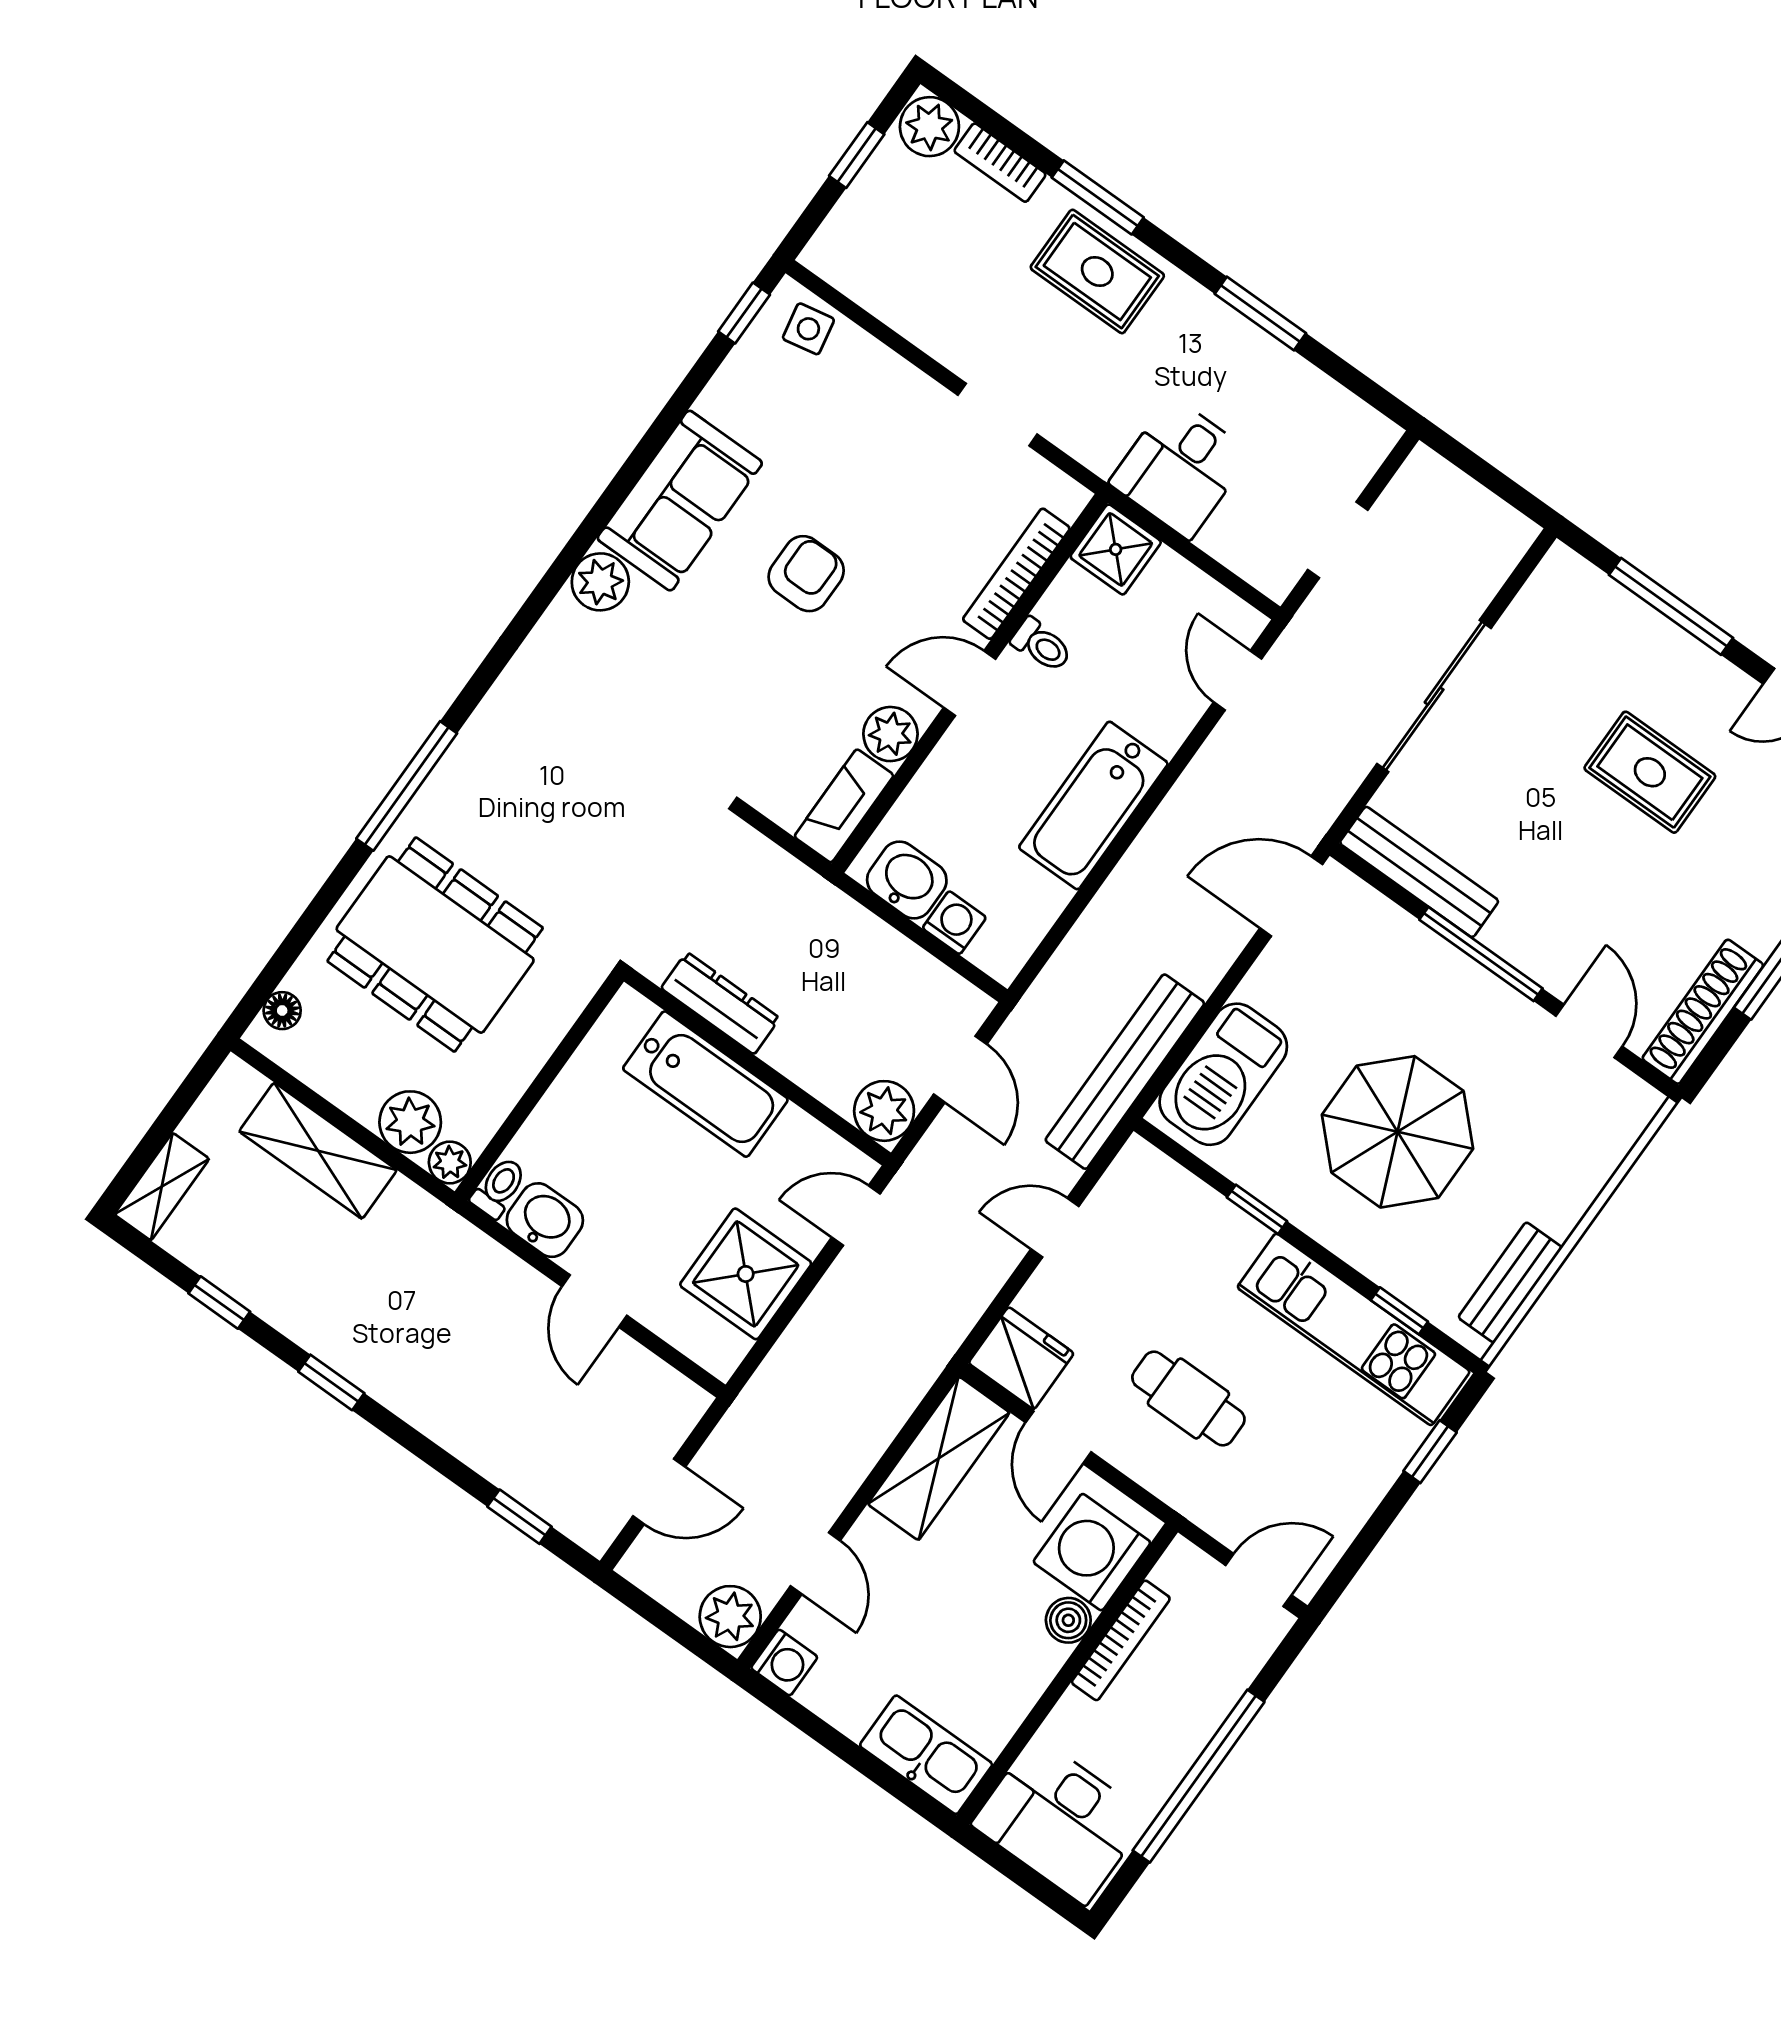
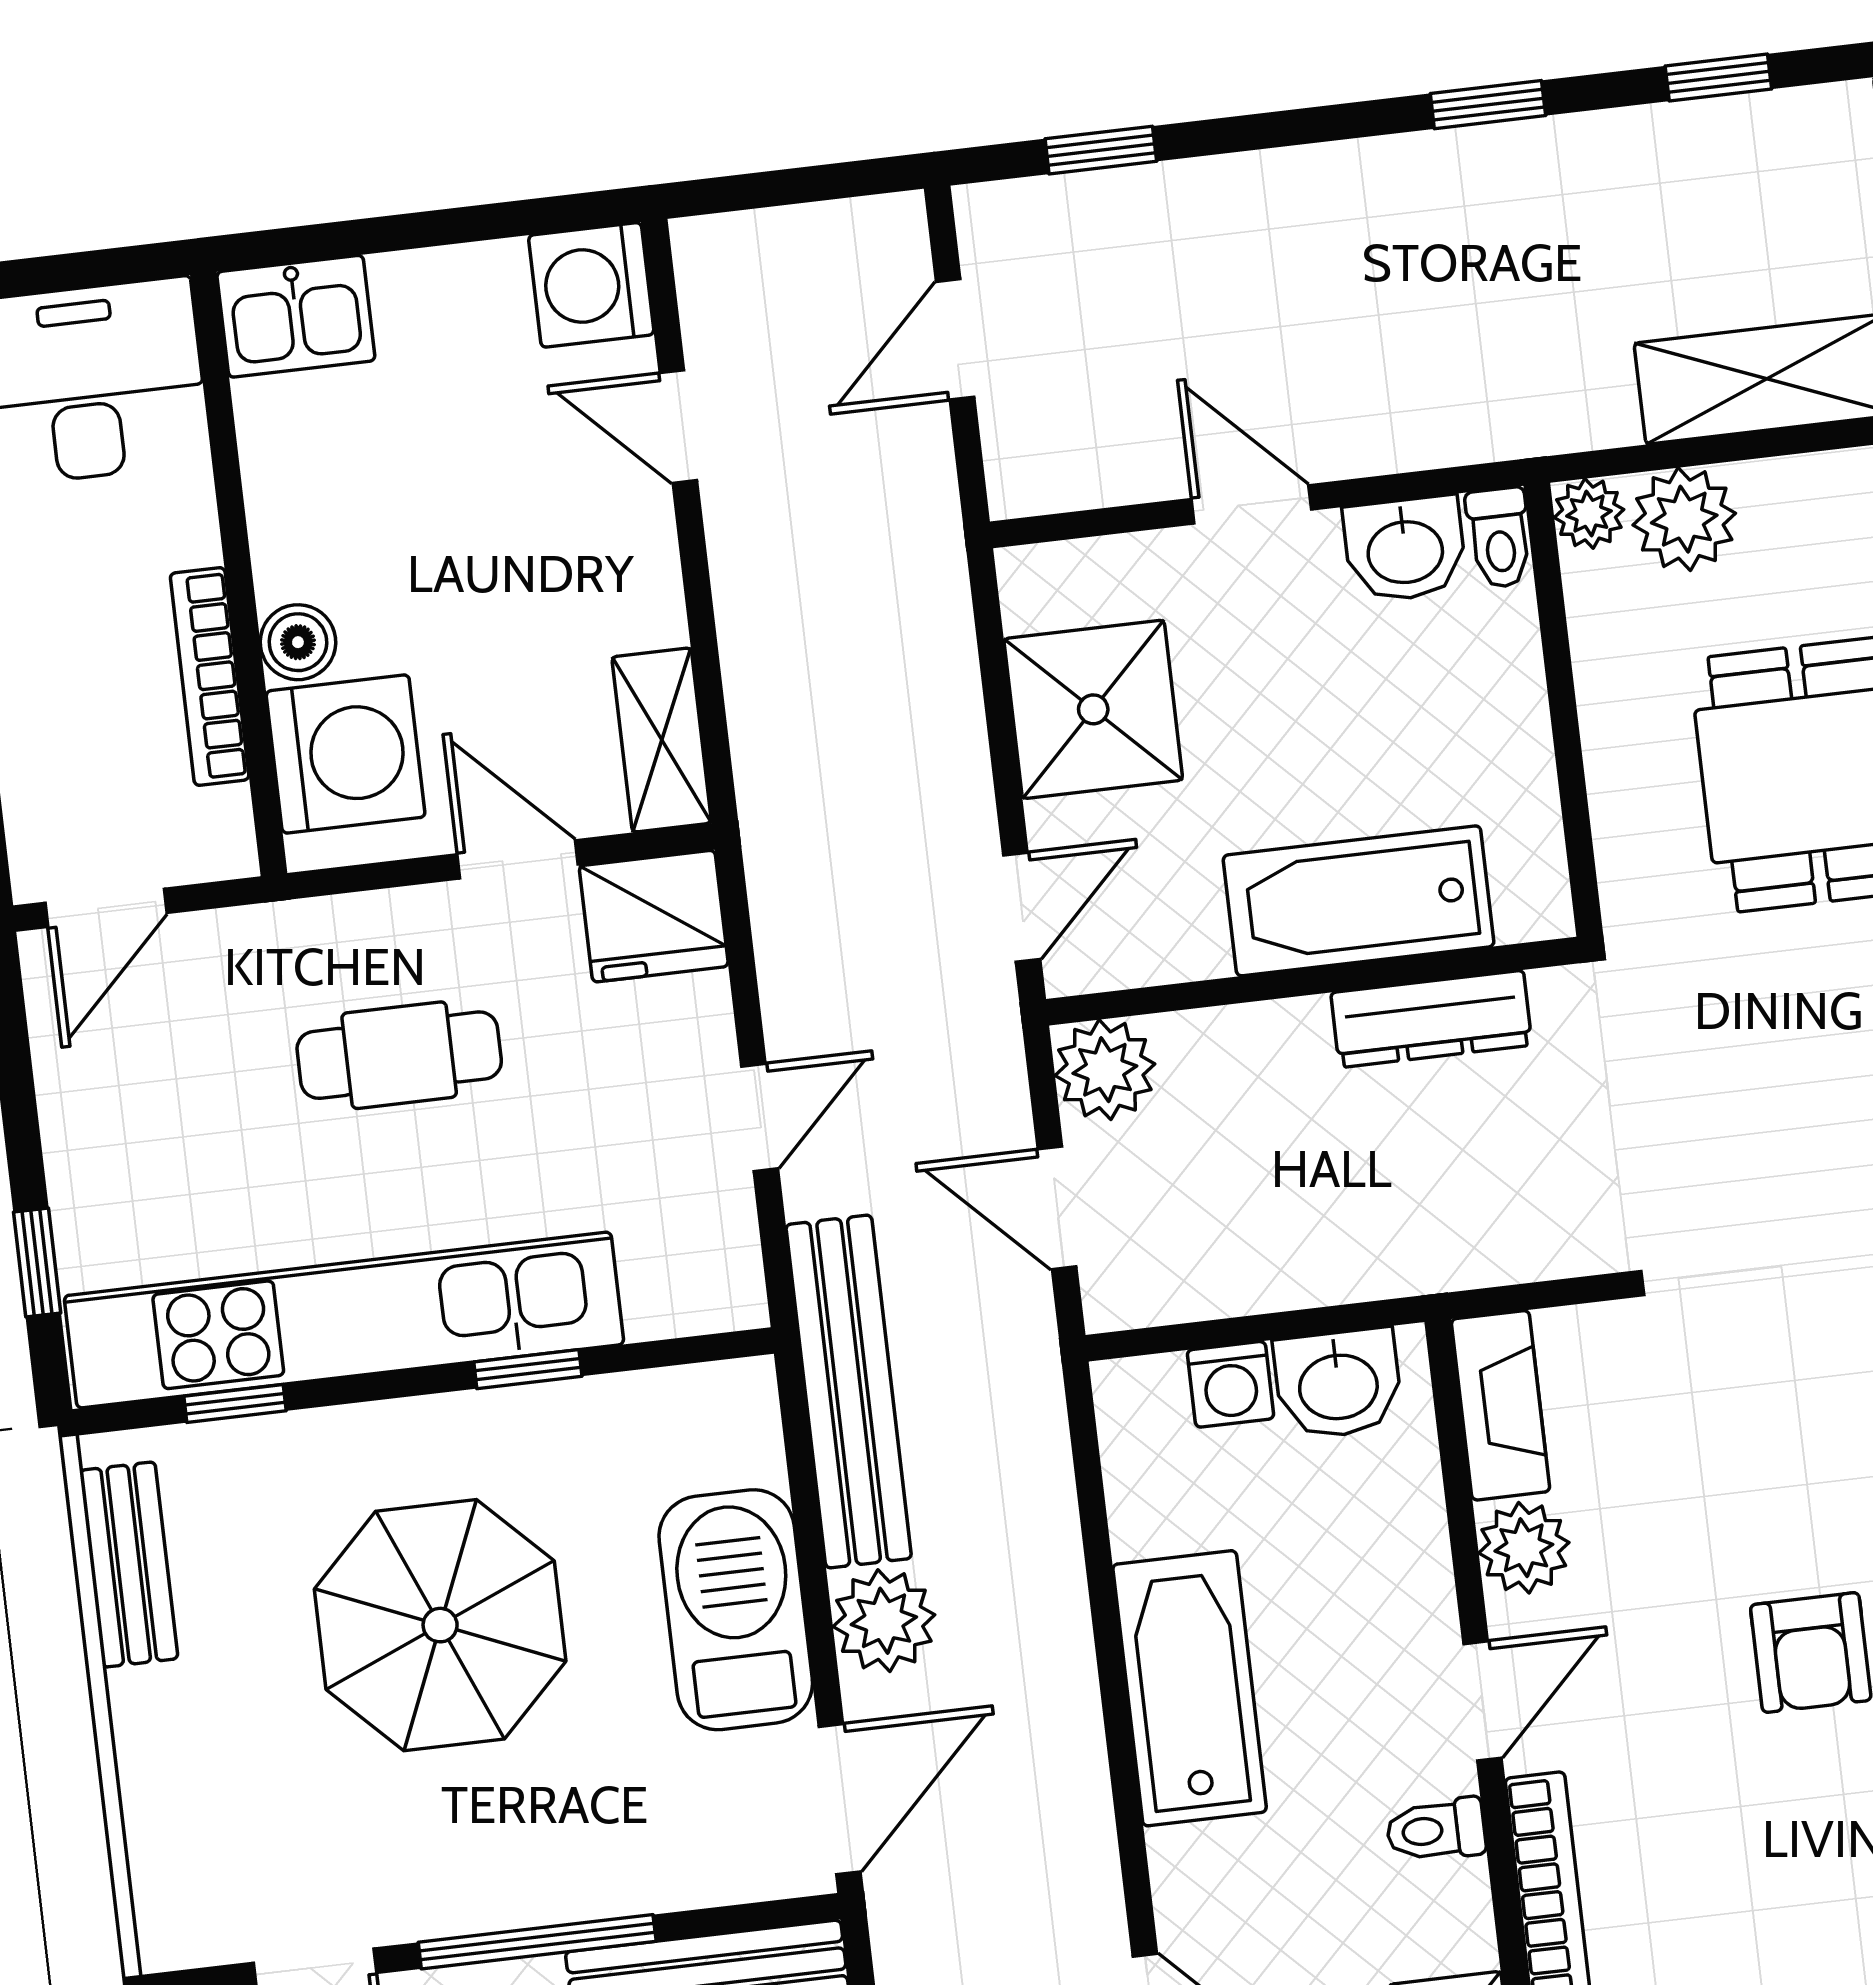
barbecue: (1223, 1074) -> (736, 1610), moved
kitchen unit: (1354, 1329) -> (344, 1320), width x1.36
shelving: (939, 1458) -> (662, 740), width x0.67, depth x0.75
plant: (730, 1617) -> (884, 1621), moved
washing machine: (784, 1663) -> (591, 285), width x1.38, depth x1.38
kitchen sink: (926, 1755) -> (296, 316), width x0.73

